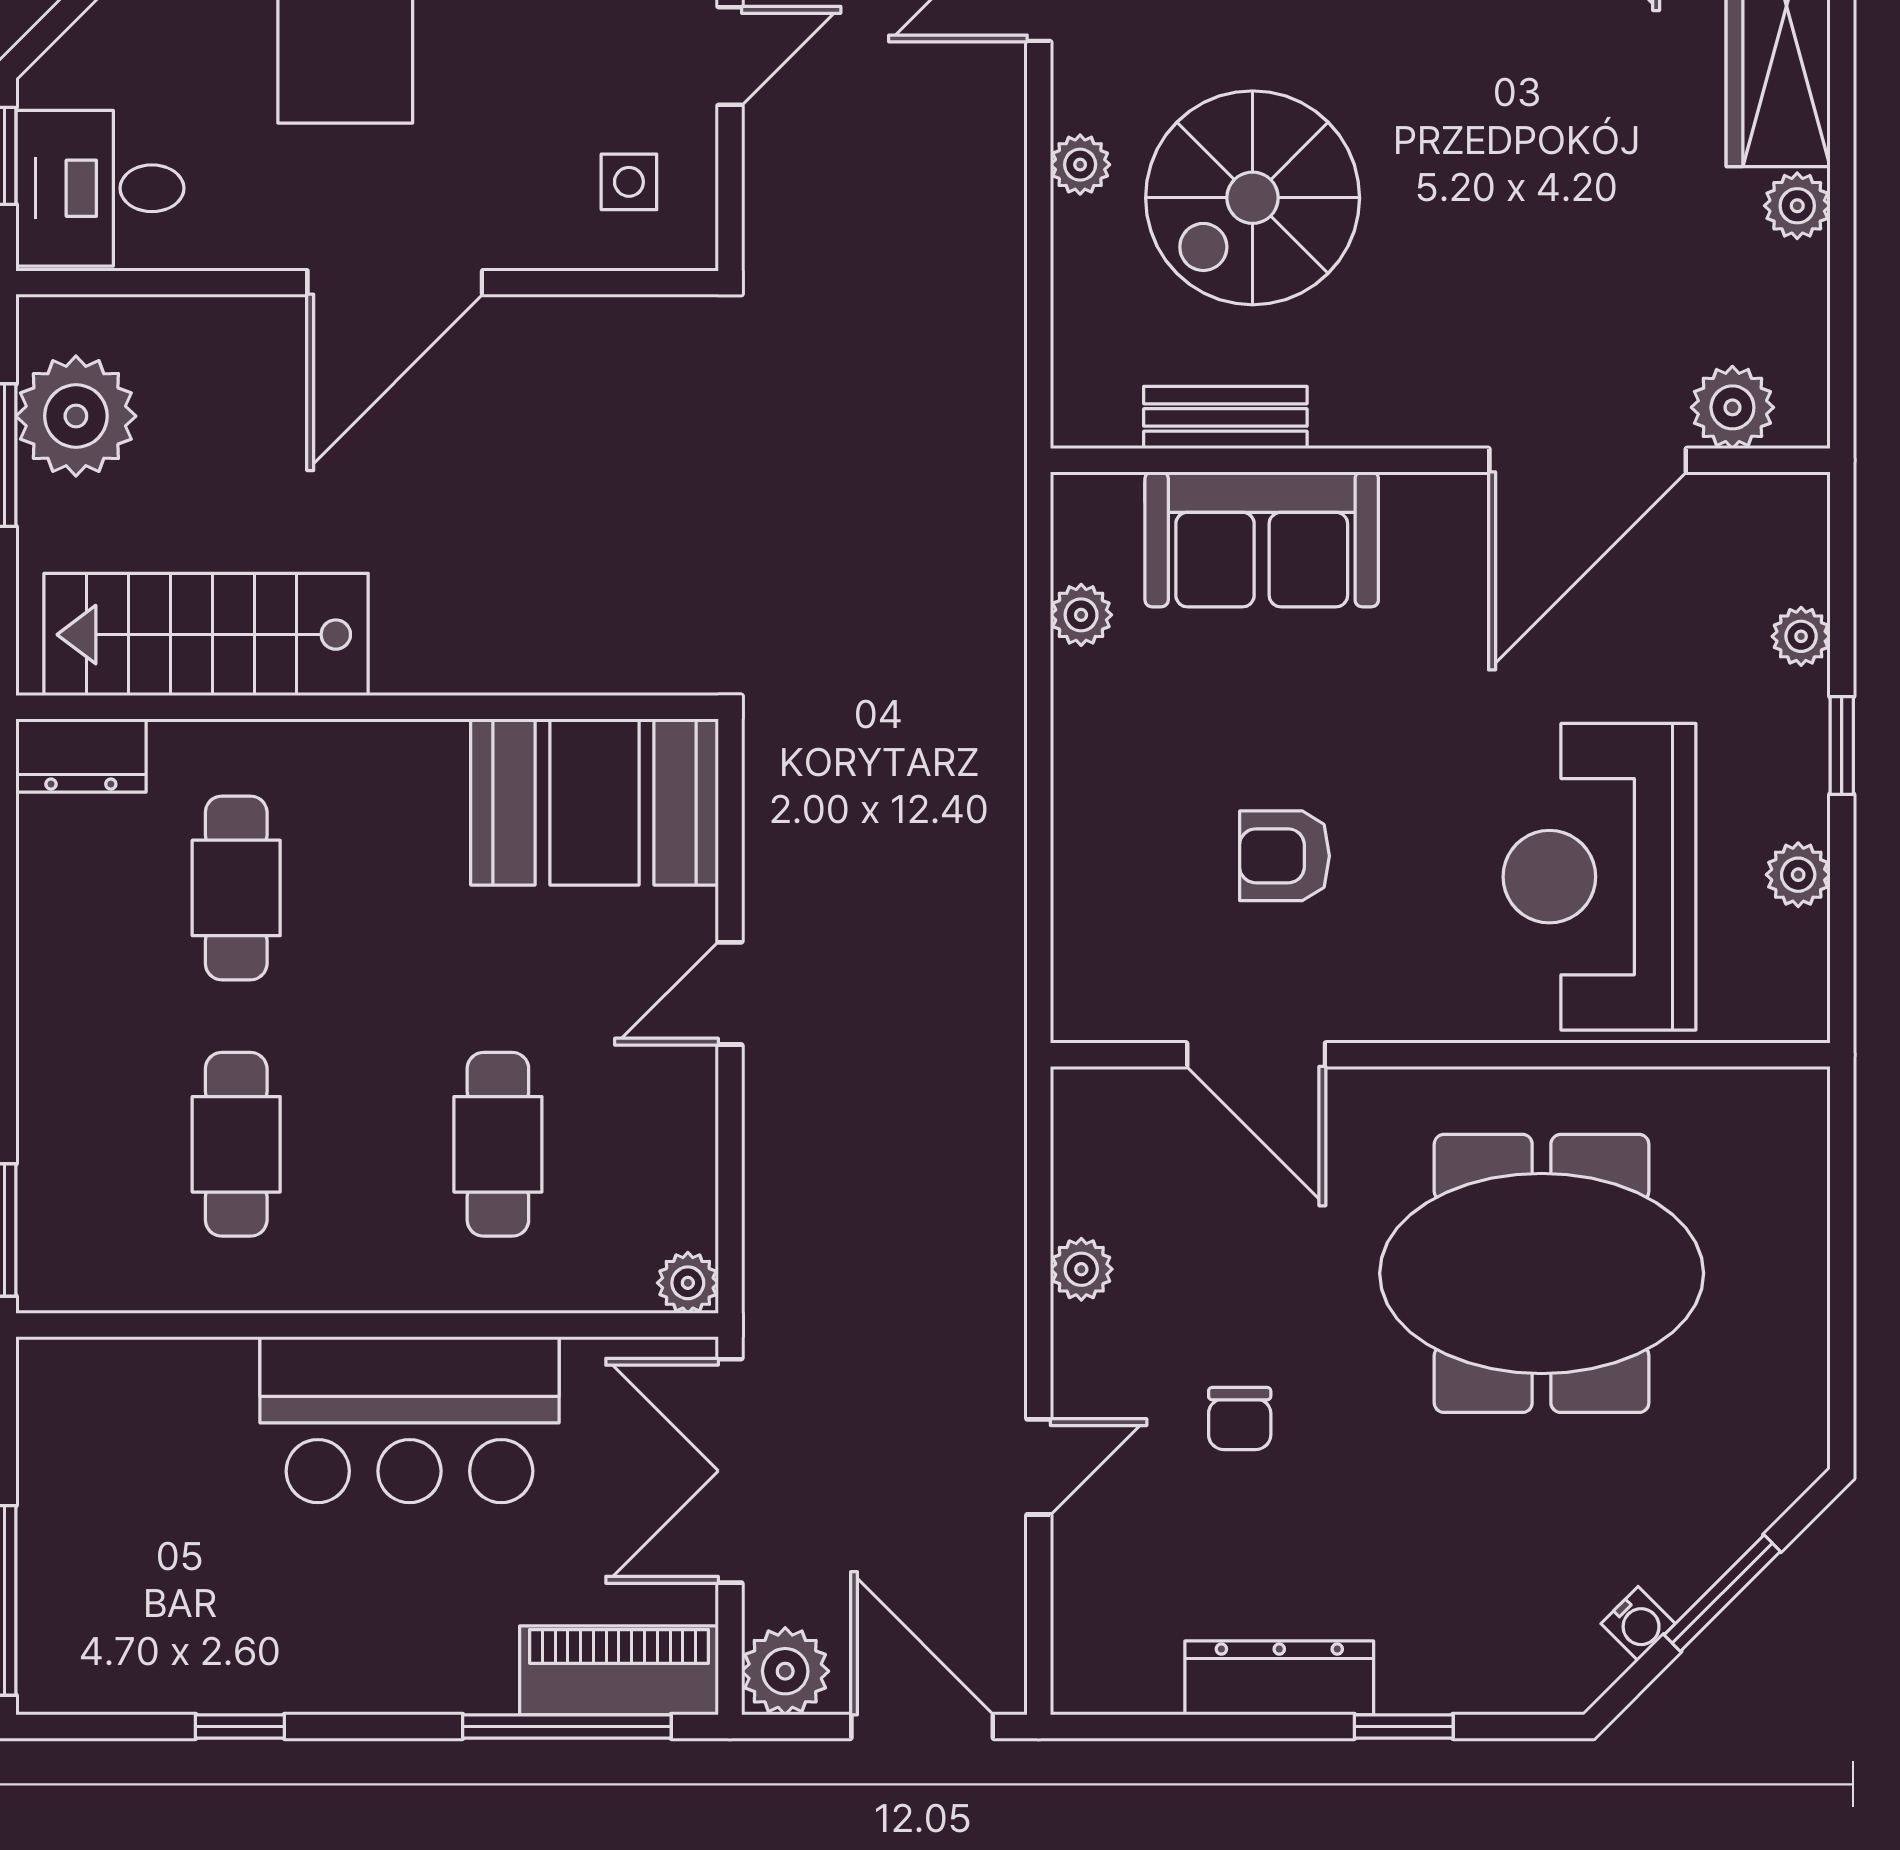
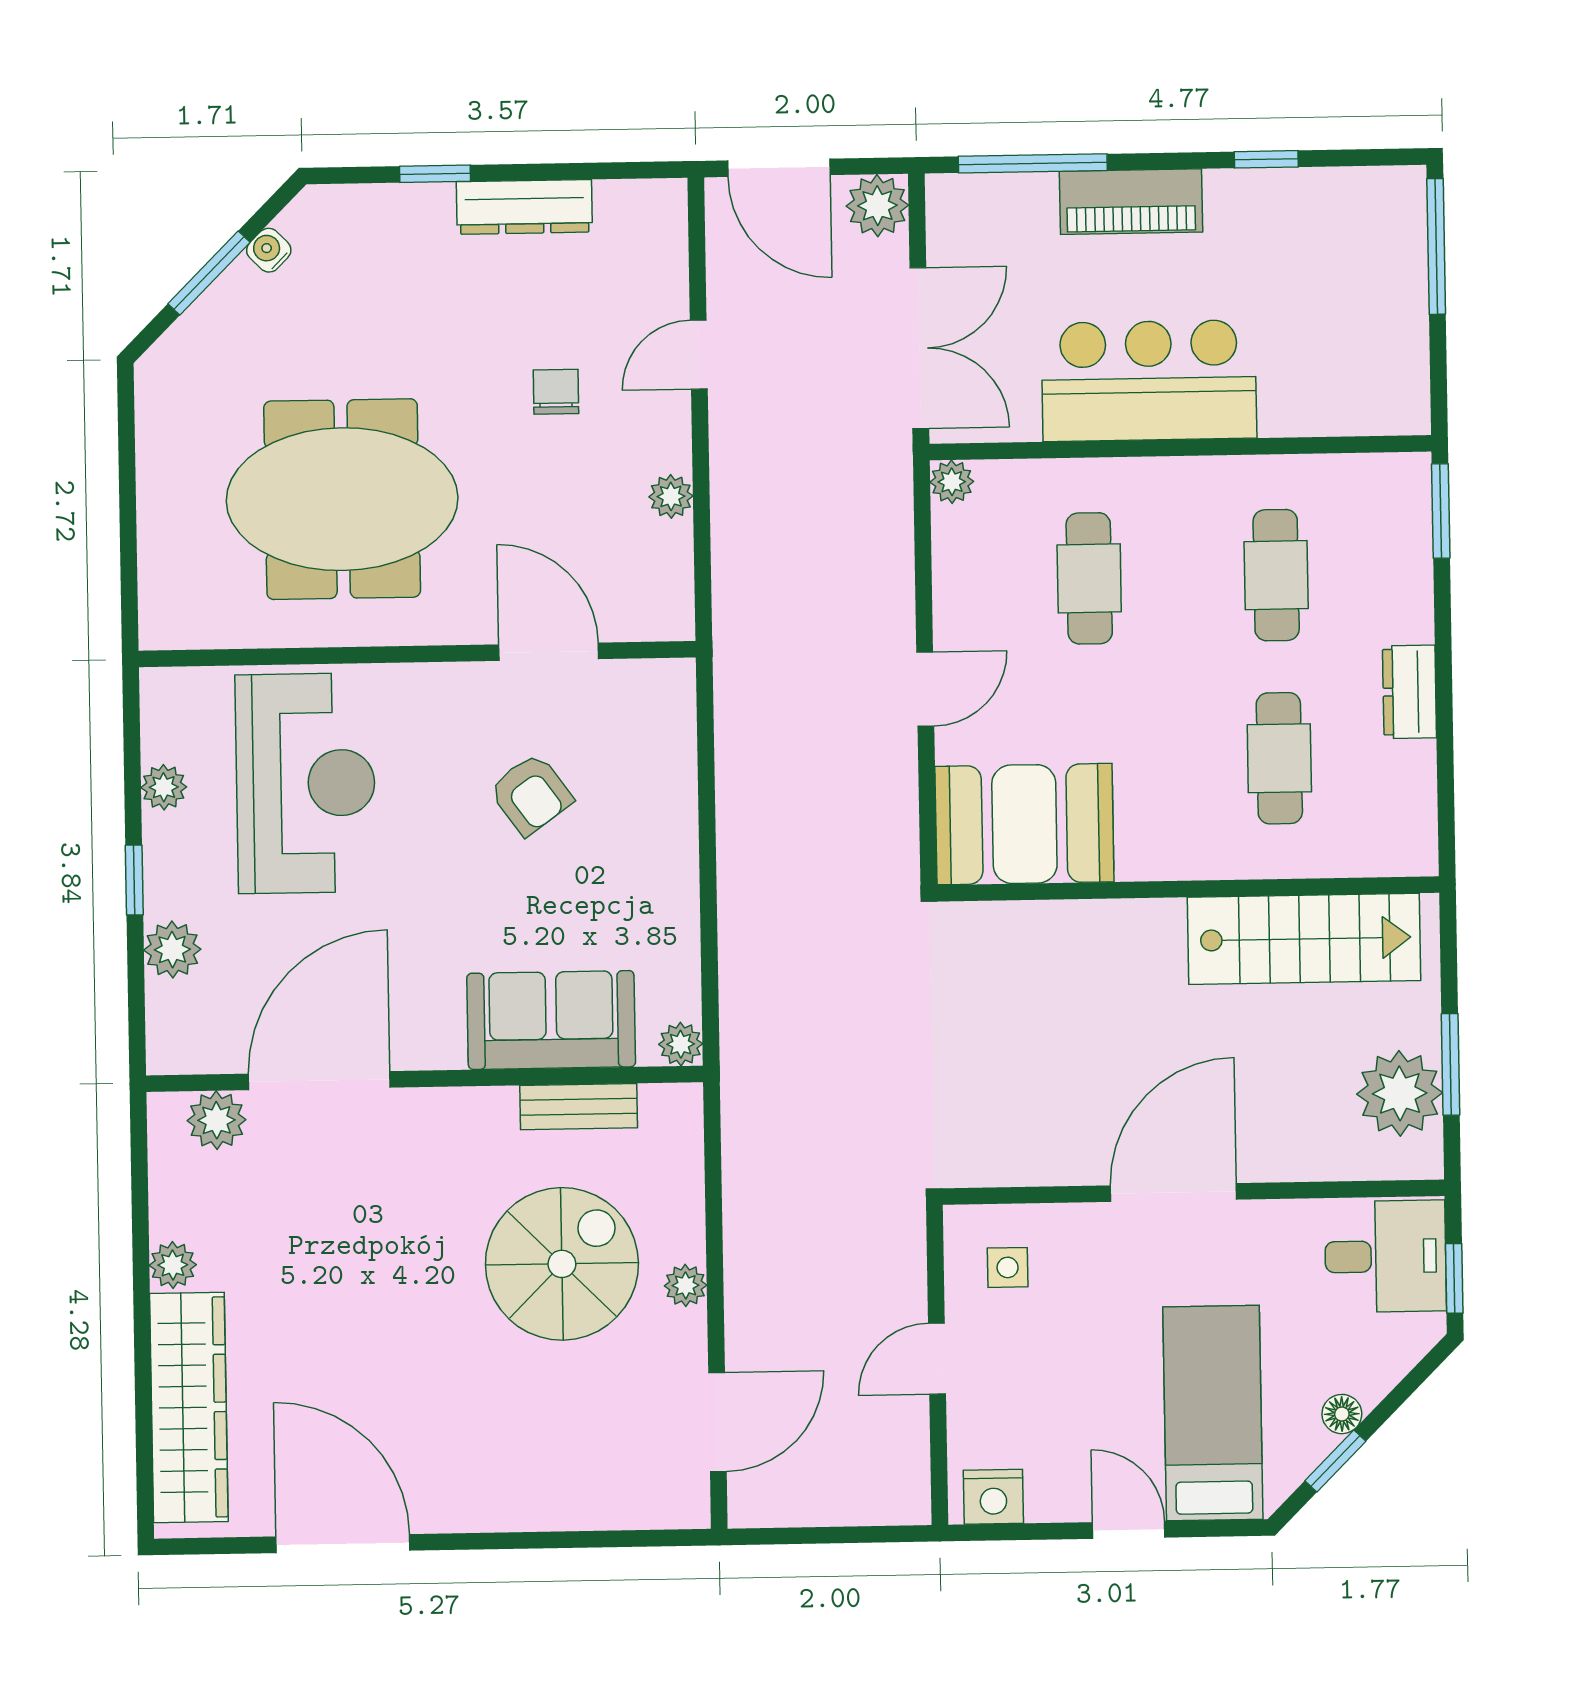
plant: (1081, 615) -> (681, 1044), moved
plant: (1801, 636) -> (172, 950), width x1.38, depth x1.38
dresser: (81, 756) -> (1409, 692), moved, turned -90
armchair: (1285, 856) -> (531, 794), turned 54
piano: (619, 1670) -> (1131, 202), moved

